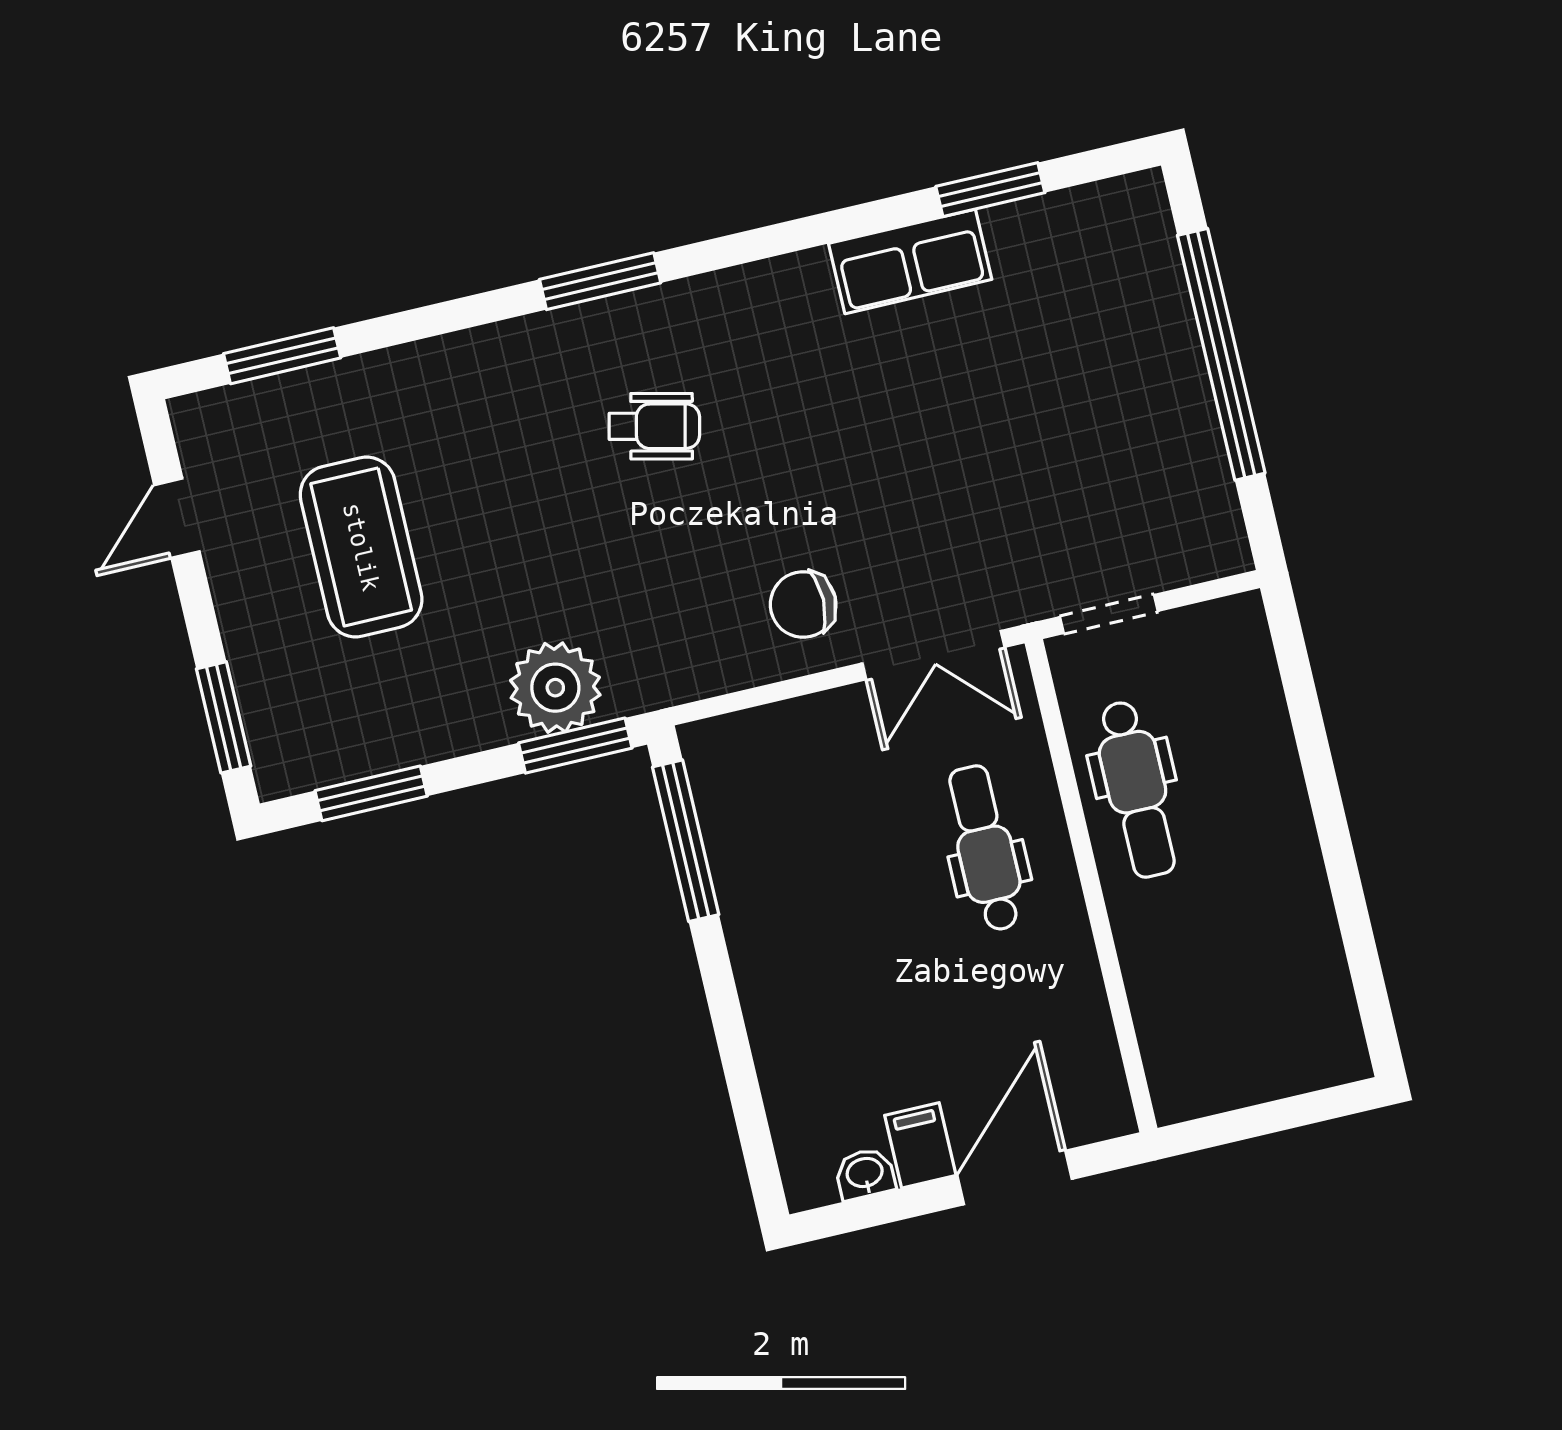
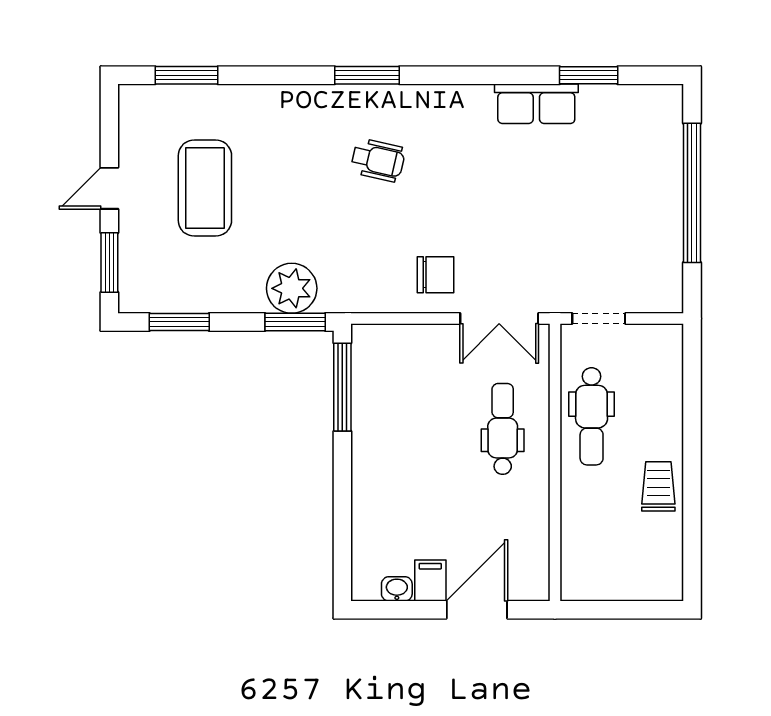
door: (177, 518) -> (109, 188), moved
chair: (803, 604) -> (435, 275), turned 180
trolley: (1283, 885) -> (658, 486), added

